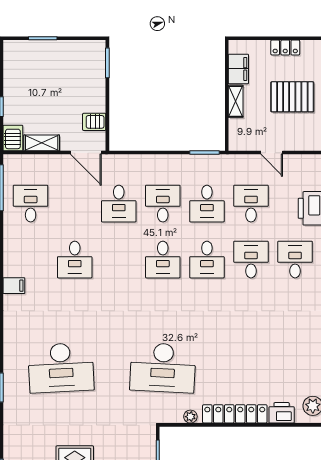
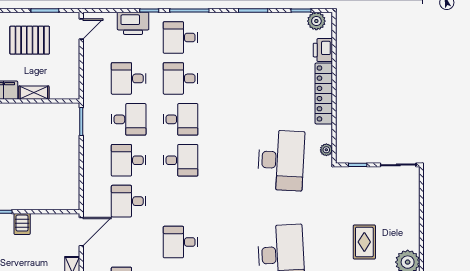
pallet: (292, 97) -> (30, 40), turned 90
server rack: (94, 122) -> (22, 224), moved
door: (272, 153) -> (81, 29), moved
desk: (119, 204) -> (129, 201), turned 180
desk: (75, 260) -> (181, 242), turned 180
plant: (190, 417) -> (326, 150), moved

